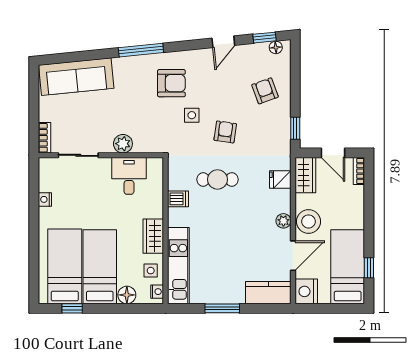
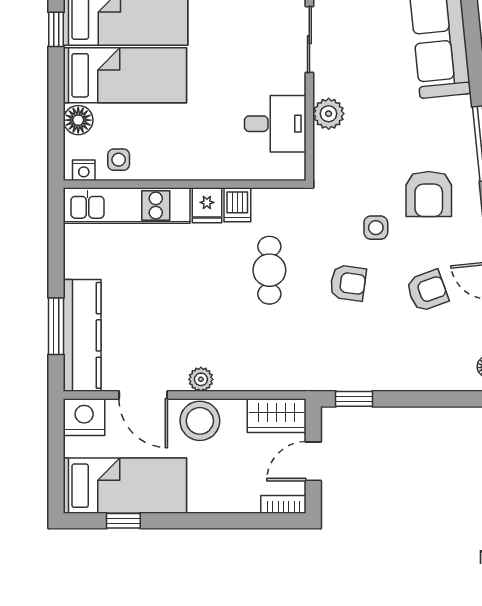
armchair: (265, 91) -> (427, 291), moved
fridge: (280, 179) -> (207, 205), moved, turned 180
wardrobe: (153, 236) -> (176, 164), removed
kitchen counter: (268, 293) -> (82, 335), width x1.50
window: (222, 308) -> (56, 326), moved

